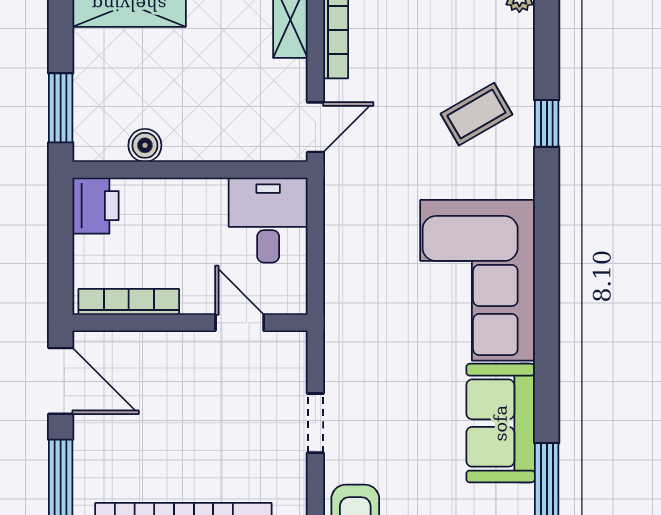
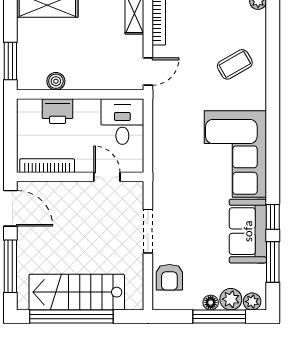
window: (547, 123) -> (273, 217), moved
printer: (95, 206) -> (58, 111), moved, turned 90
doorway: (315, 423) -> (148, 231), width x1.38

